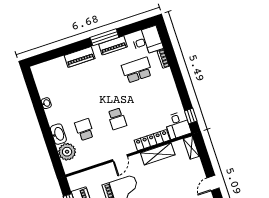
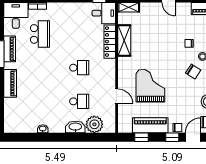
school desk: (137, 70) -> (40, 34), turned 180
school desk: (84, 130) -> (79, 101), turned 180
door: (120, 158) -> (117, 96), moved

